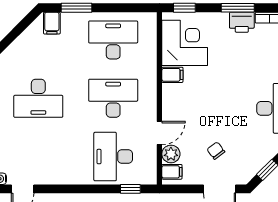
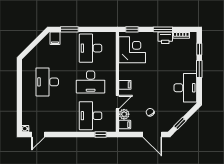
desk: (113, 40) -> (91, 48), turned -90
filing cabinet: (172, 75) -> (125, 85), moved
desk: (38, 98) -> (47, 82), turned 90
desk: (113, 98) -> (91, 82), turned 180

